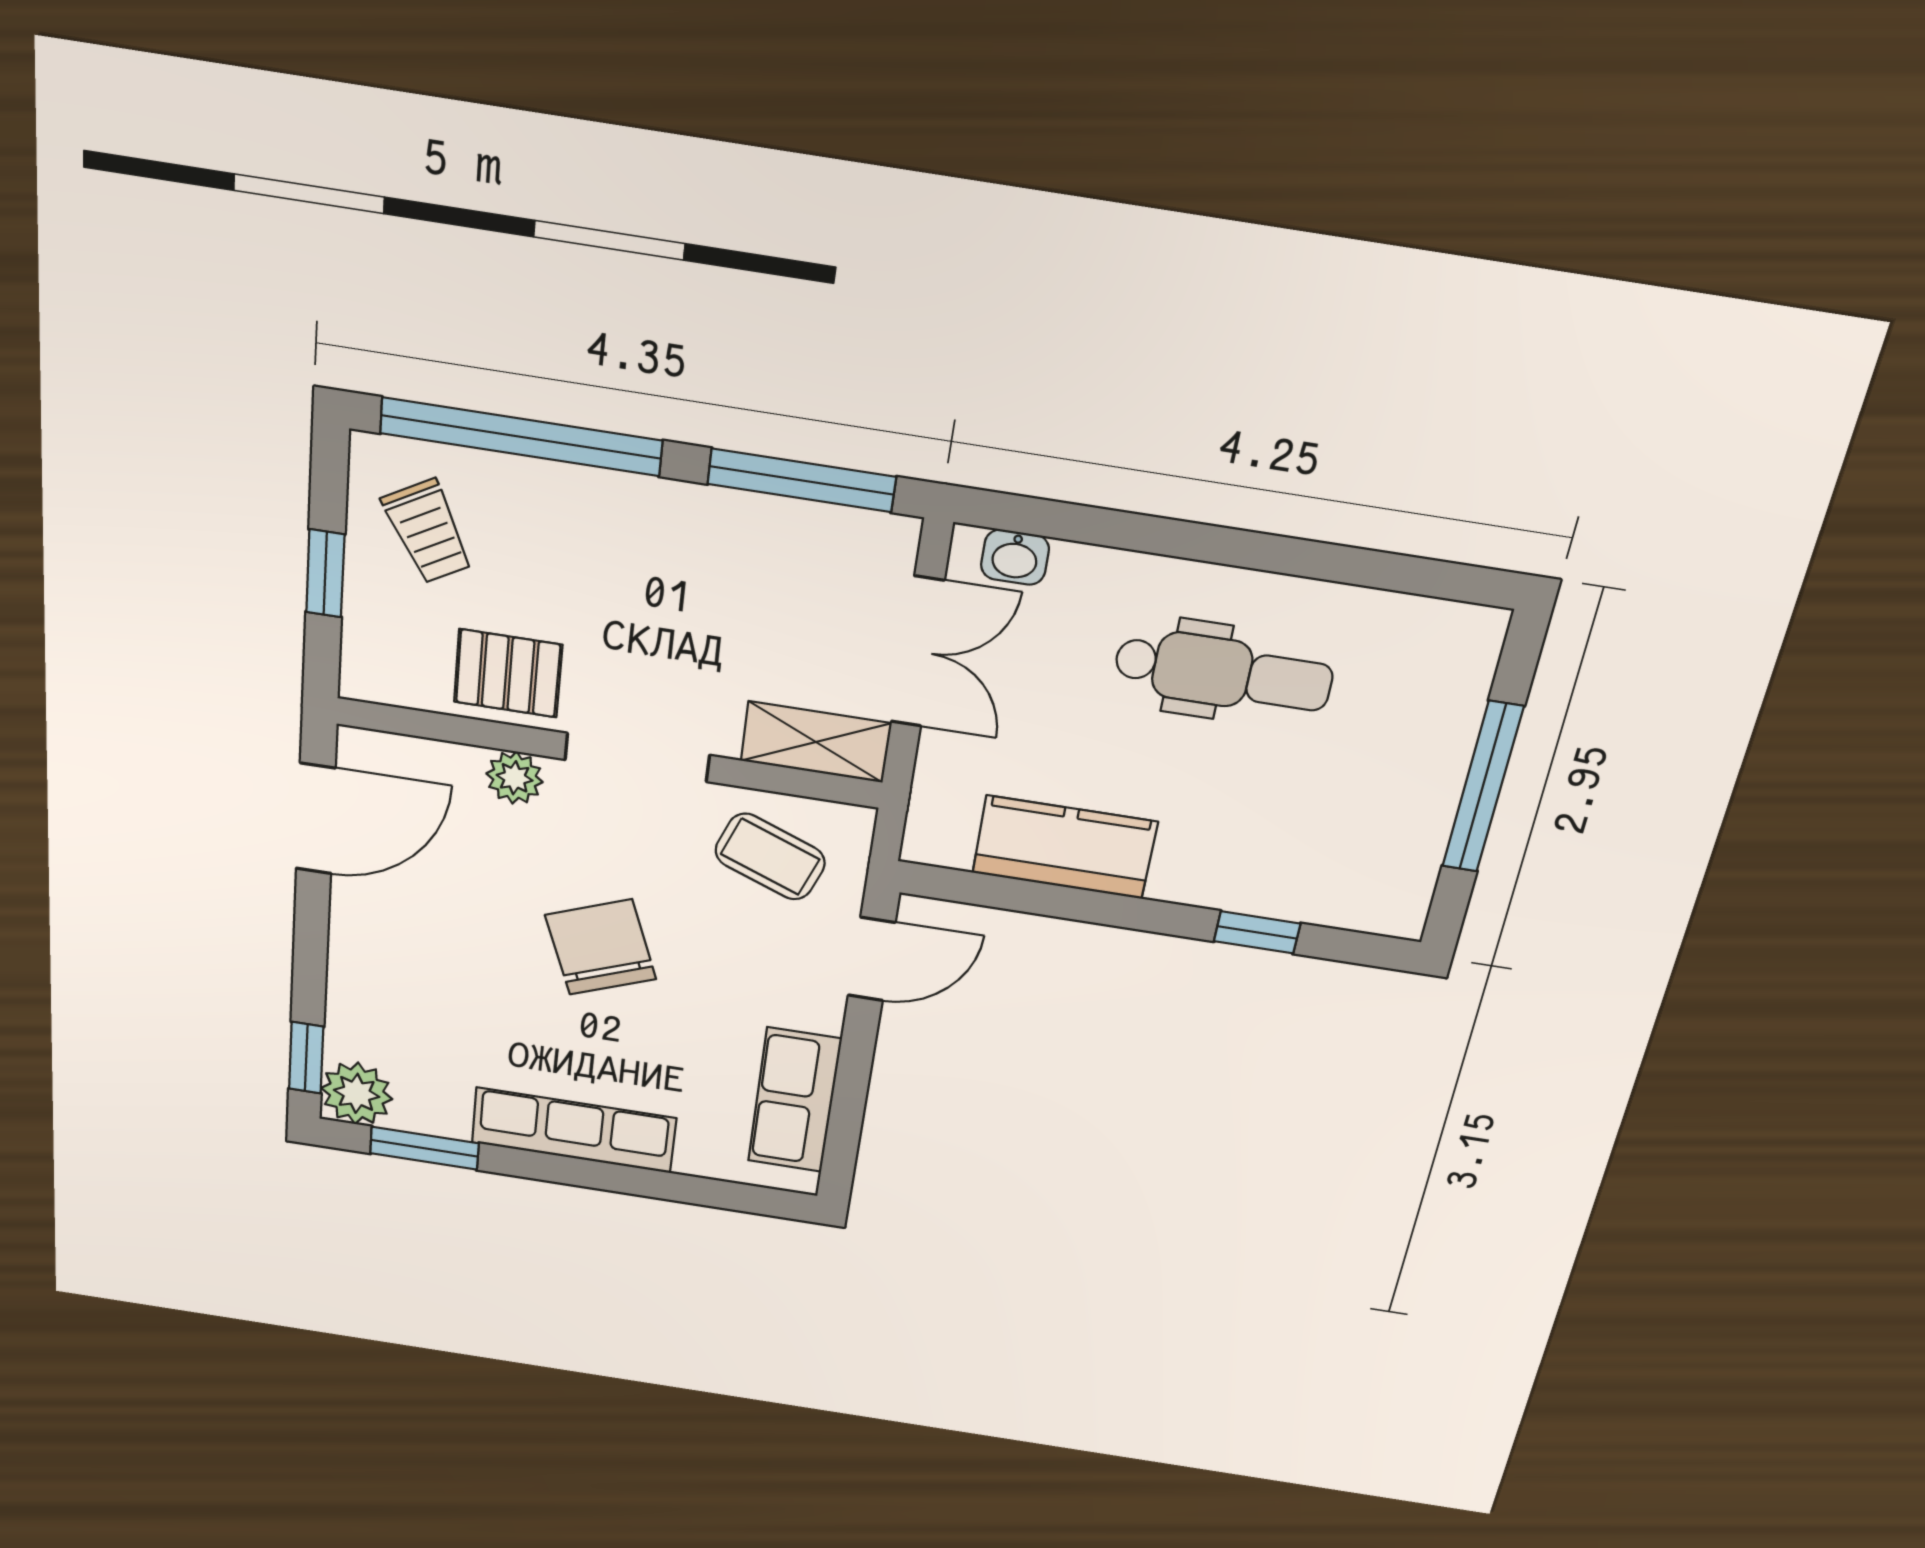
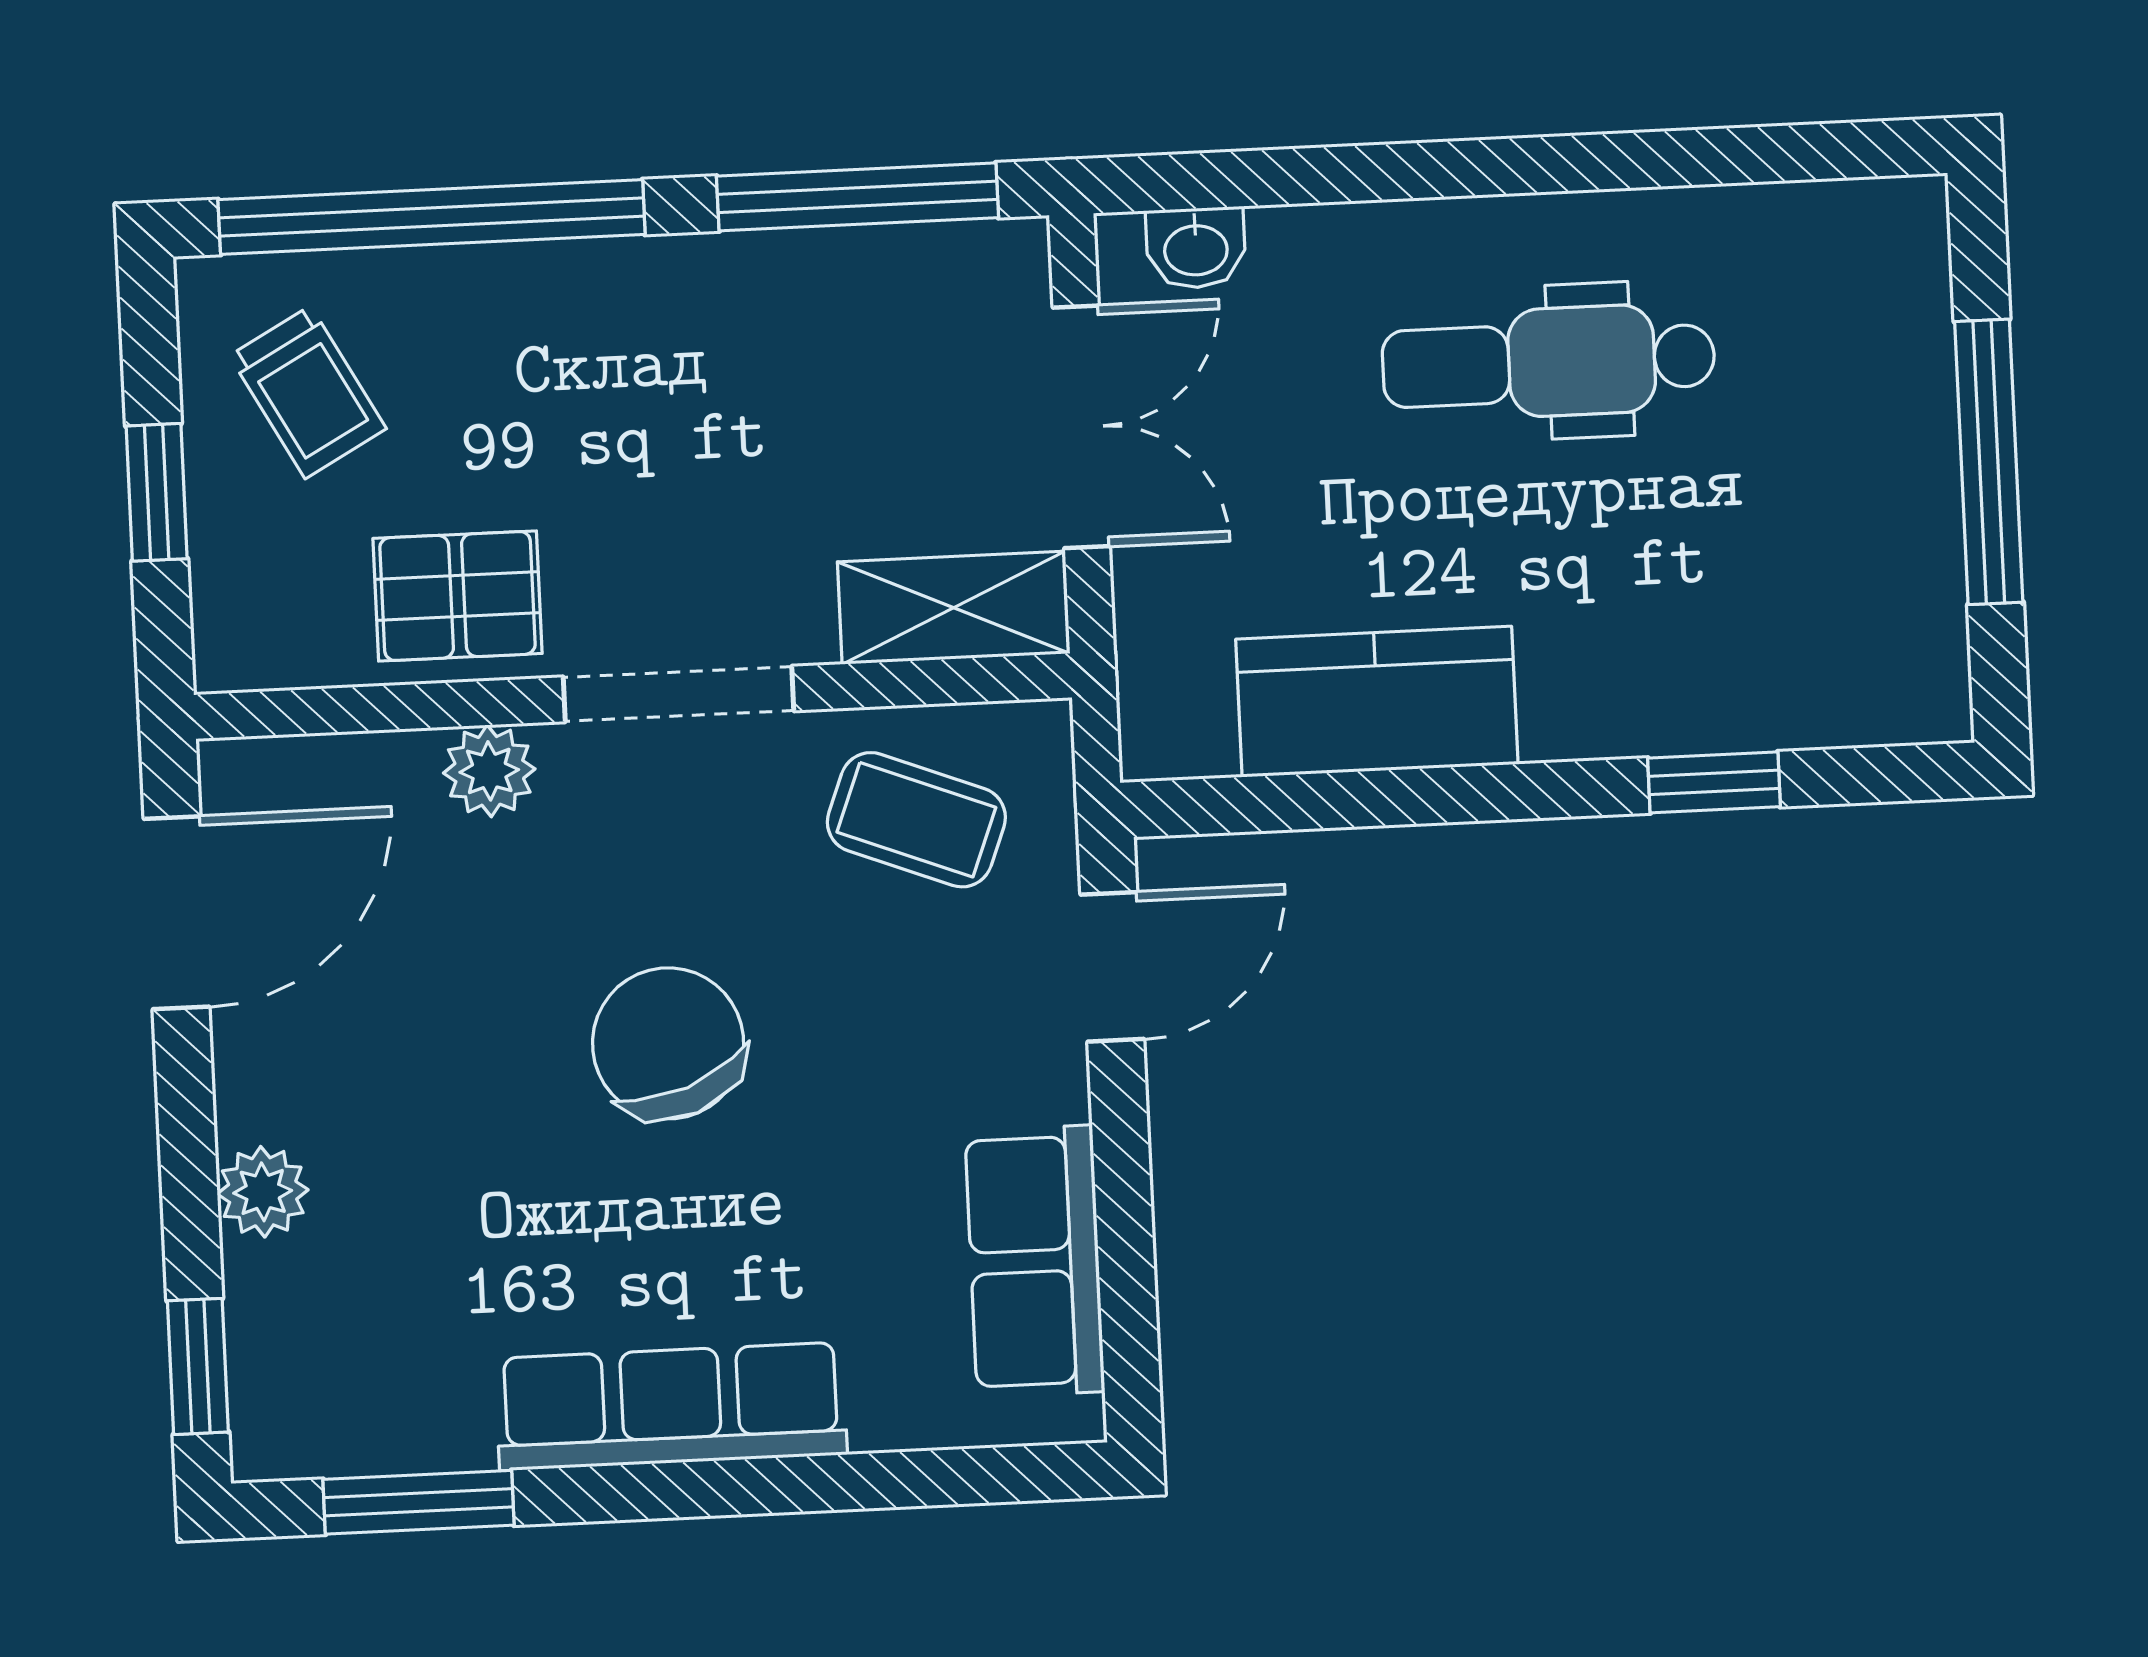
dental chair: (1223, 673) -> (1549, 362), turned 180
plant: (357, 1093) -> (263, 1192), moved, width x0.73, depth x0.73

